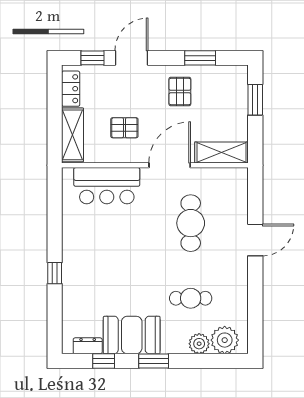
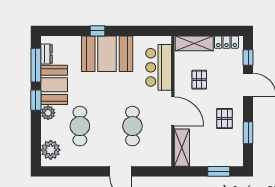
pallet: (180, 92) -> (225, 119), turned 90
cafe table: (191, 223) -> (132, 126), turned 90
booth: (87, 259) -> (107, 54), added
cafe table: (191, 298) -> (80, 126), width x1.37, depth x1.35
plant: (199, 344) -> (48, 113), moved
window: (104, 361) -> (36, 65), width x2.17

